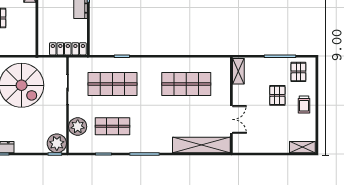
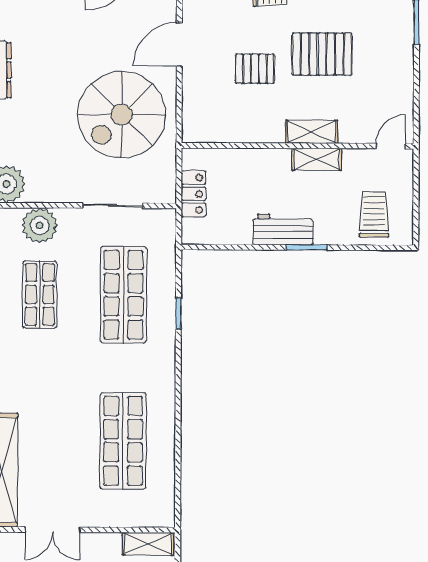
locker: (68, 49) -> (194, 194), width x0.66

